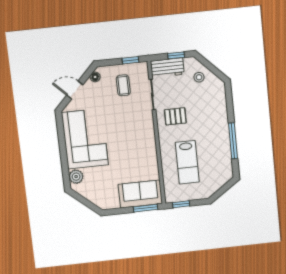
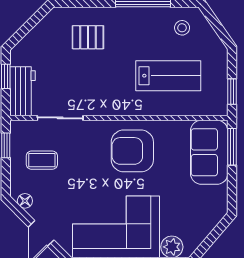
stool: (199, 77) -> (182, 28), moved
pallet: (175, 116) -> (88, 37), moved, turned 90
armchair: (136, 144) -> (132, 151), added

